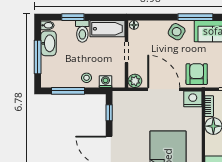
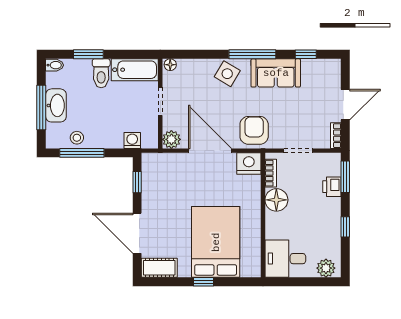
washbasin: (49, 43) -> (56, 105), moved
stool: (87, 78) -> (77, 138), moved

